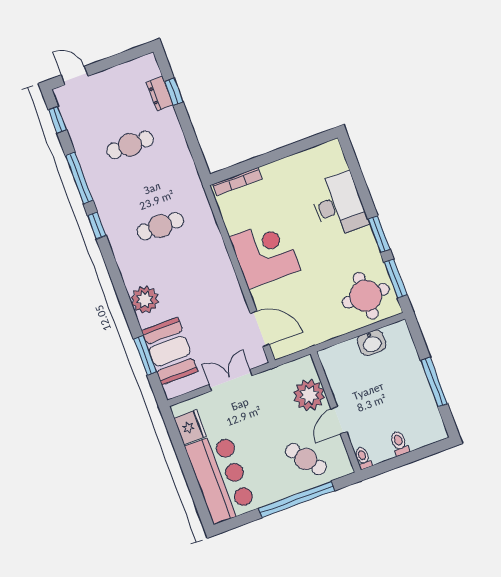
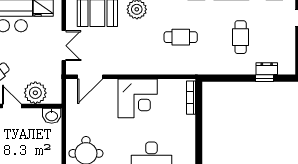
cafe table: (160, 226) -> (181, 37), turned 90
washbasin: (372, 343) -> (52, 116), moved, turned -90

